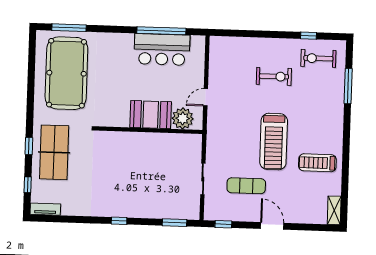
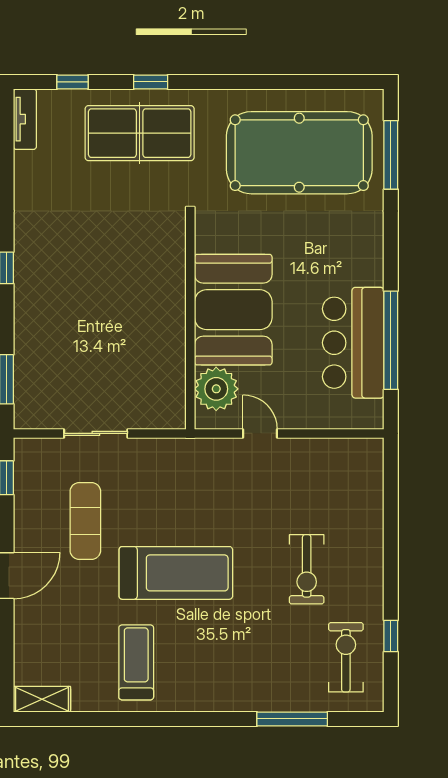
booth: (151, 115) -> (233, 310), width x1.36, depth x1.42
treadmill: (274, 142) -> (176, 573), turned 180

